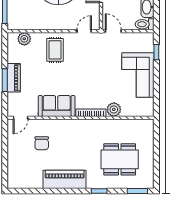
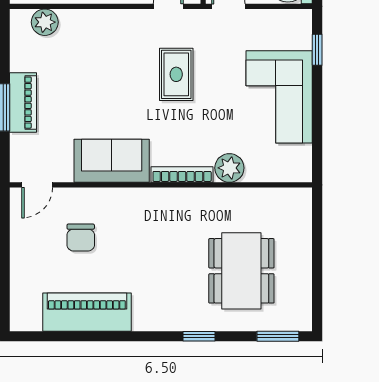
rug: (55, 50) -> (176, 74), moved
dining table: (120, 159) -> (241, 271), turned 90
piano: (65, 179) -> (87, 312), moved

